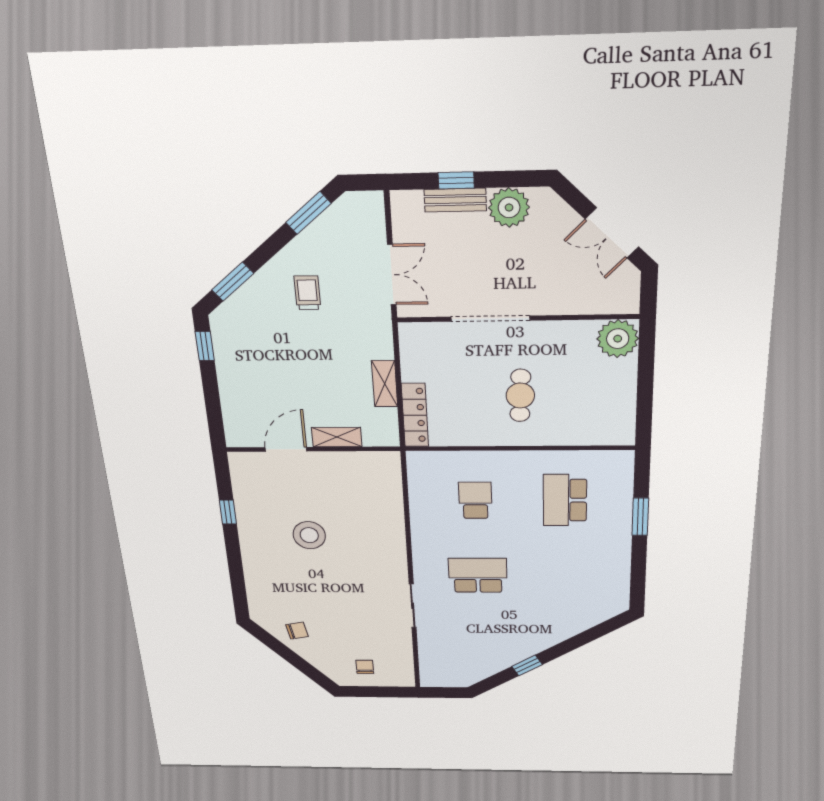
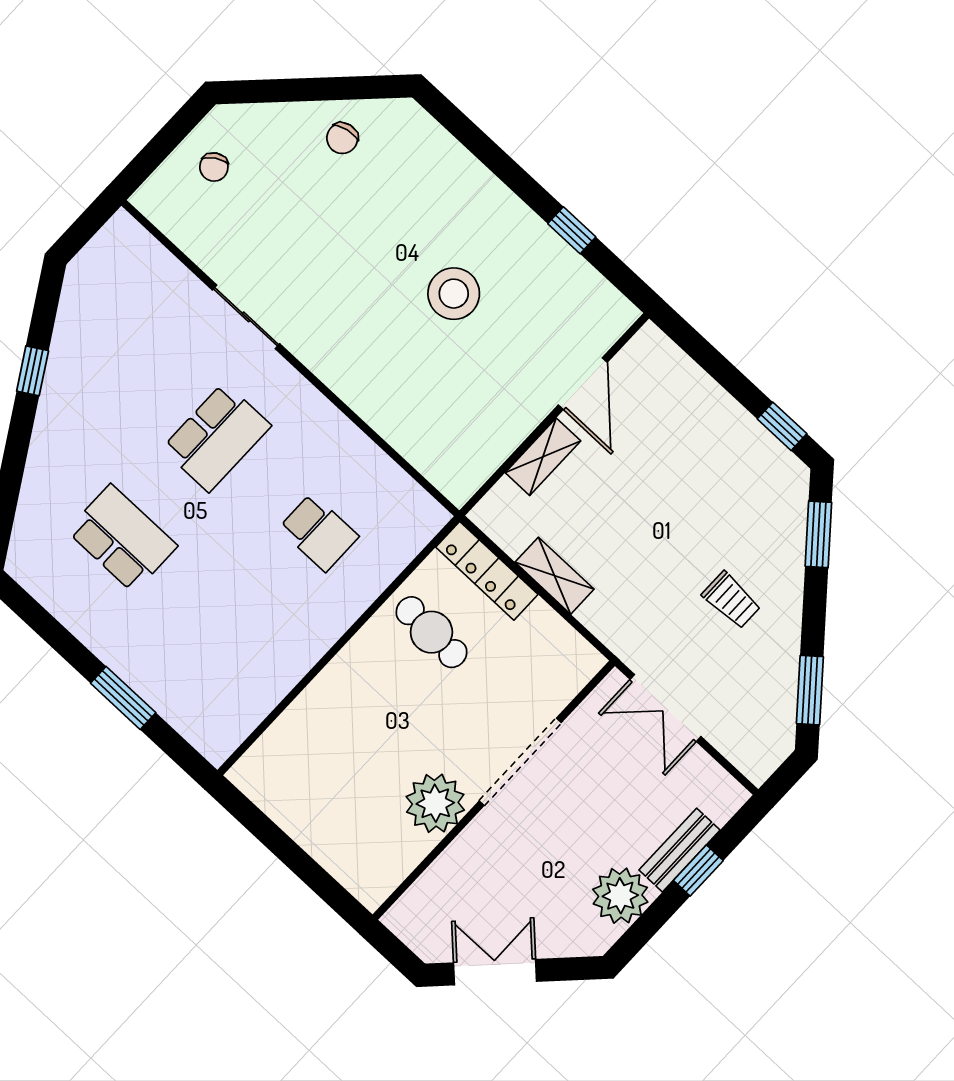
plant: (618, 339) -> (435, 803), moved
cafe table: (520, 395) -> (431, 632), moved
school desk: (565, 500) -> (122, 538), moved
chair: (365, 667) -> (214, 167), turned 58

